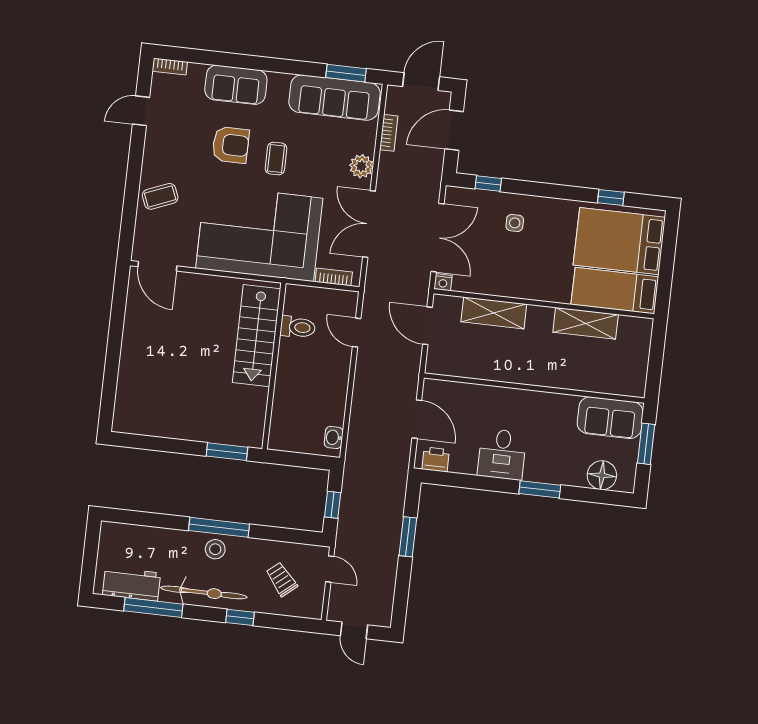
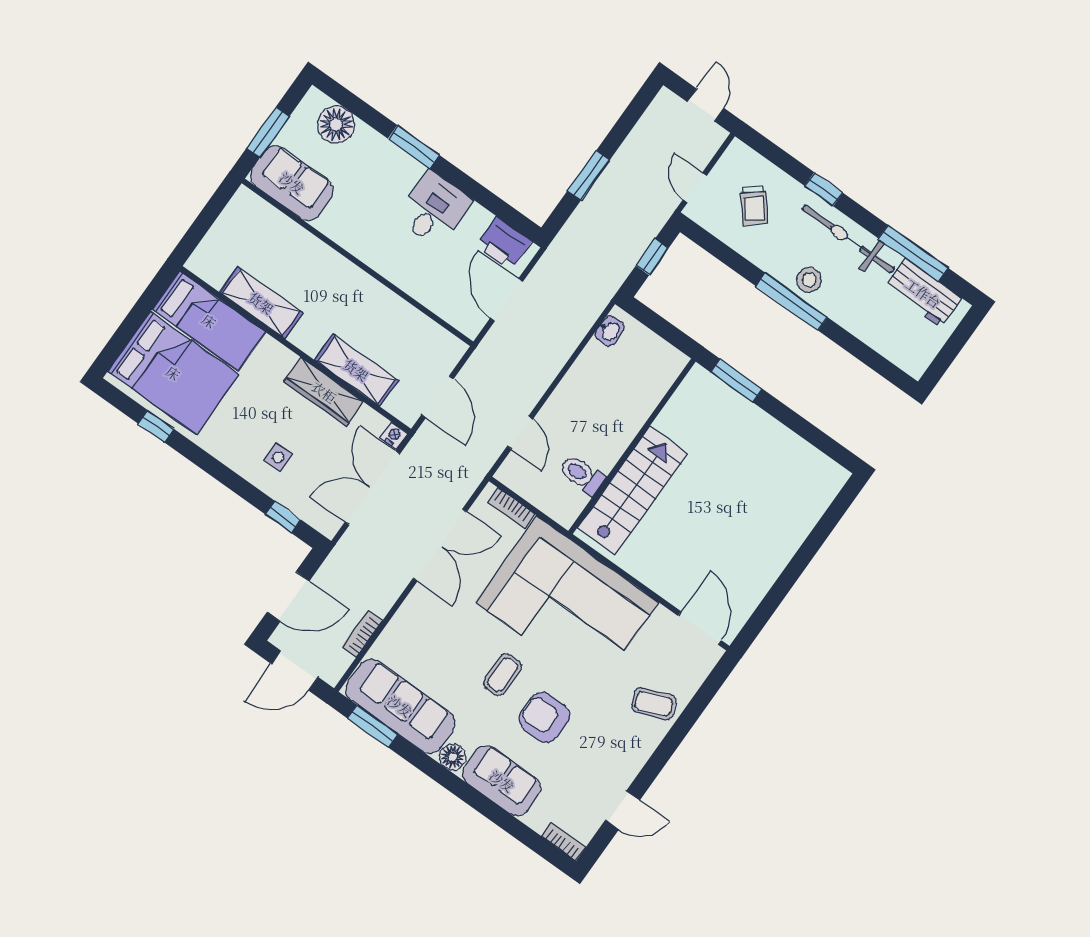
floor lamp: (279, 82) -> (453, 757), added
plant: (361, 166) -> (413, 614), removed
wardrobe: (508, 286) -> (324, 392), added
printer: (436, 459) -> (504, 243), width x1.36, depth x1.24

